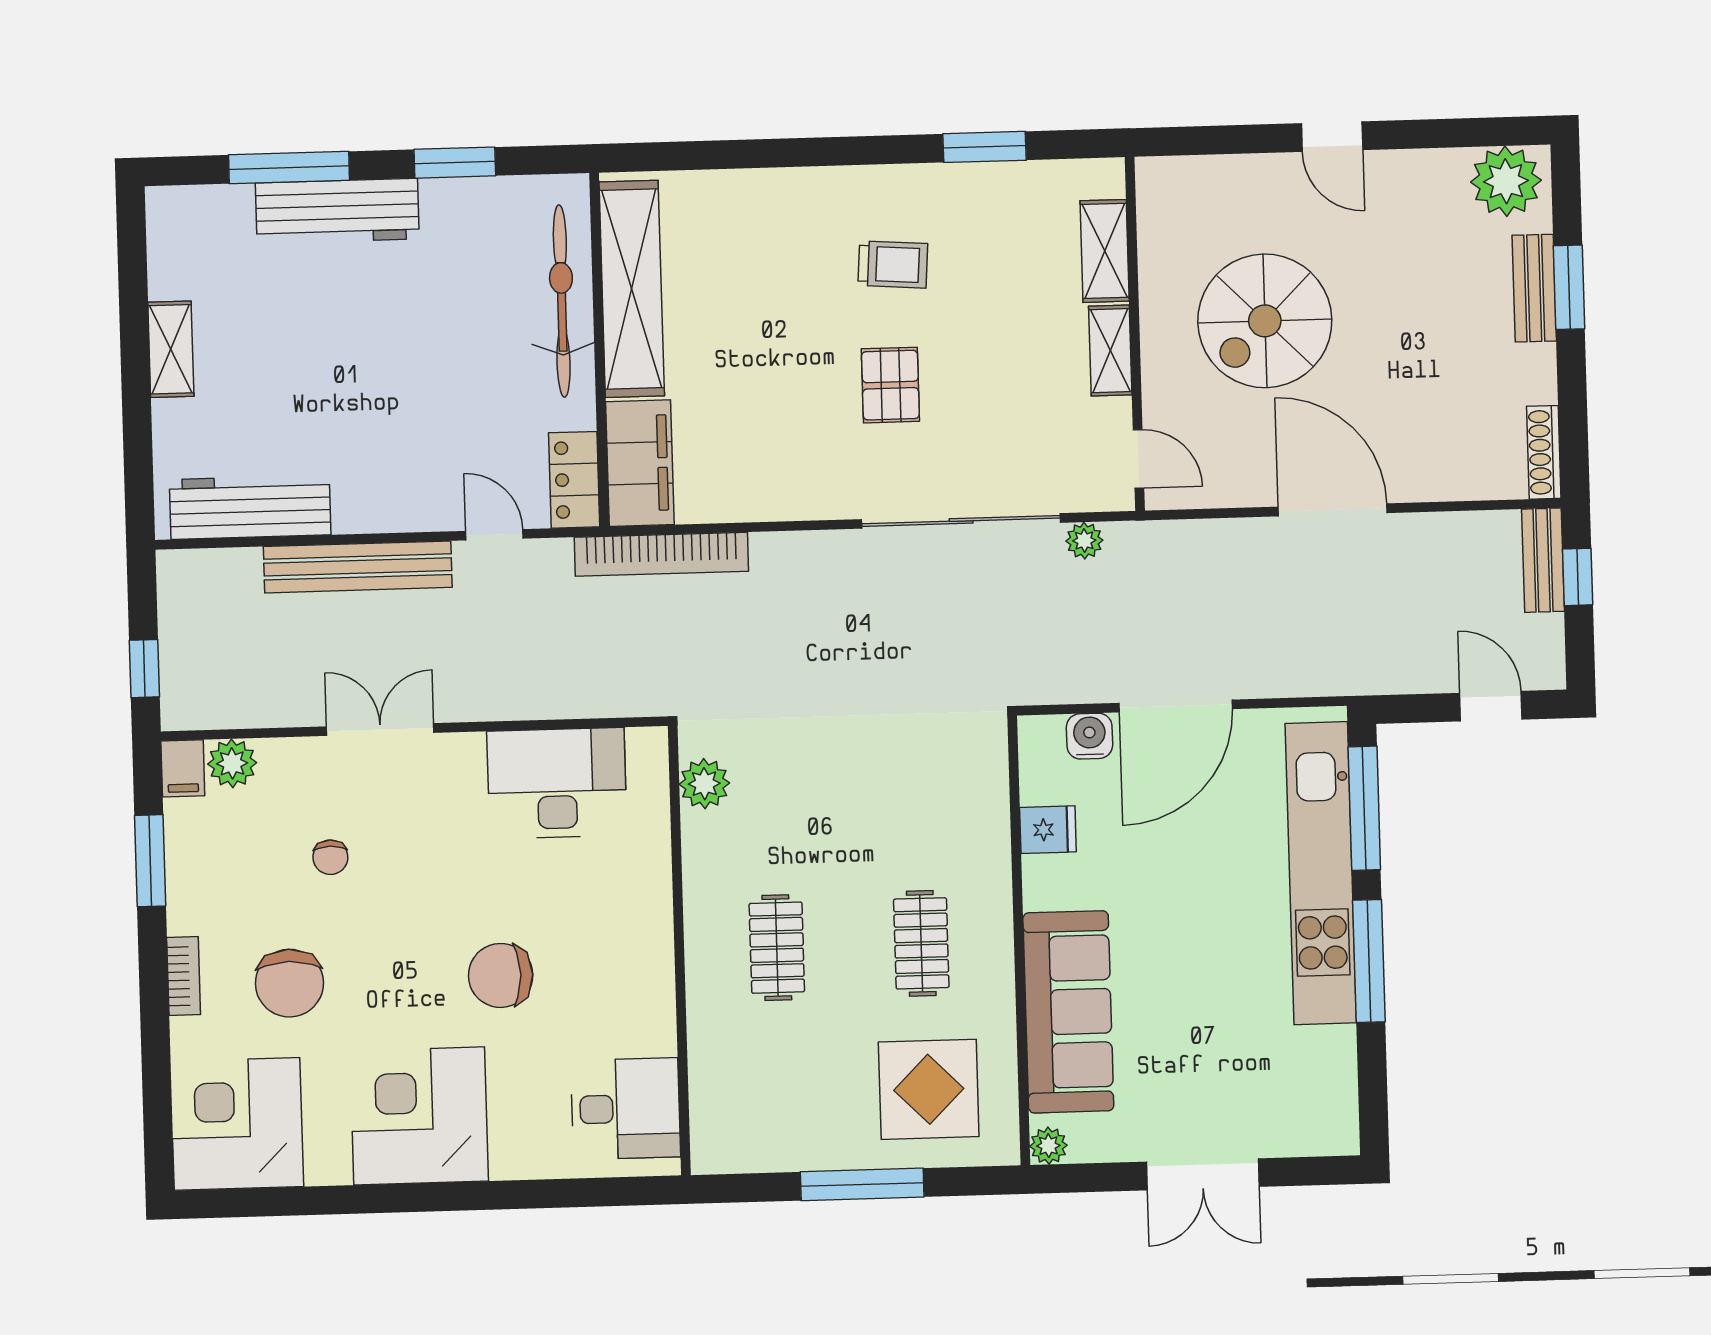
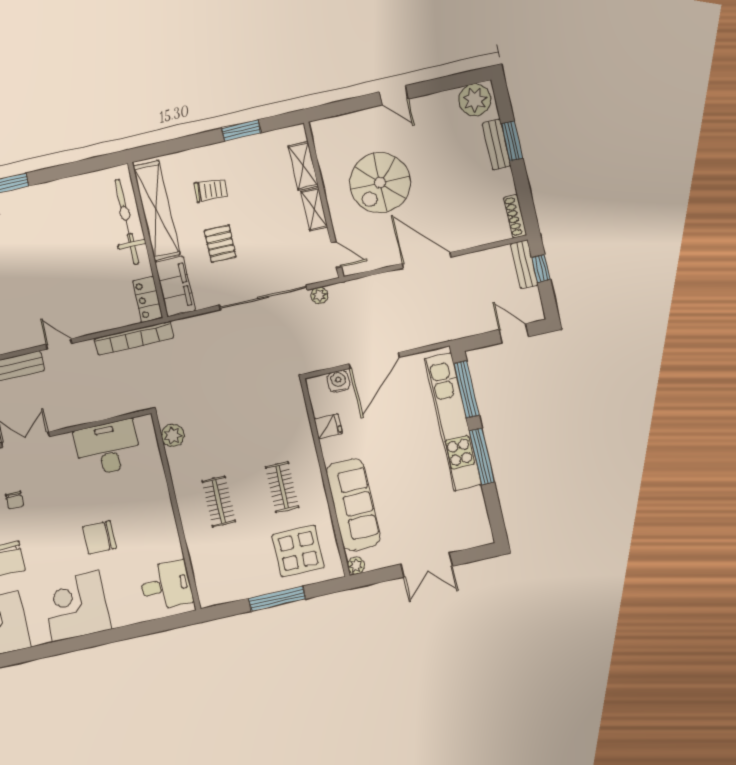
shelving: (632, 289) -> (157, 210), moved
bicycle: (562, 301) -> (127, 222), moved
wall: (599, 350) -> (148, 240), moved
filing cabinet: (640, 463) -> (175, 286), moved
locker: (574, 480) -> (148, 300), moved

